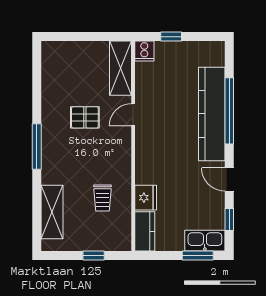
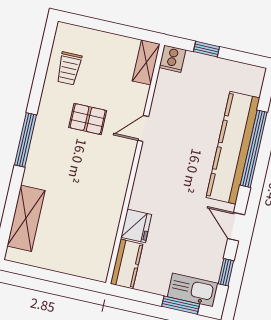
shelving: (120, 68) -> (146, 62), width x0.67, depth x0.75
trolley: (103, 198) -> (69, 68), moved
window: (94, 256) -> (62, 278), removed

